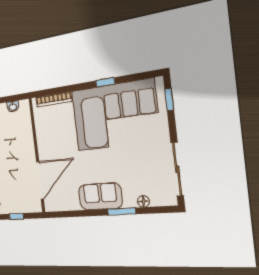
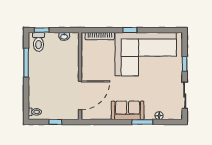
window: (105, 82) -> (130, 30), moved
window: (169, 99) -> (185, 64), moved
sliding door: (177, 169) -> (185, 95), width x0.73

